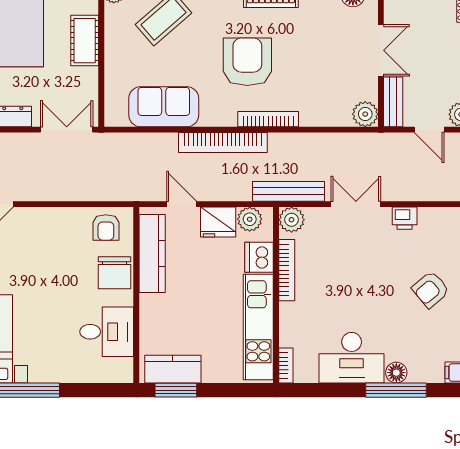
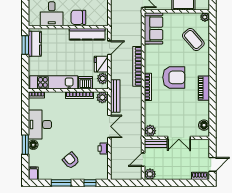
sofa: (164, 107) -> (153, 28), moved
armchair: (106, 227) -> (99, 13), removed
window: (396, 390) -> (25, 145), width x0.69

